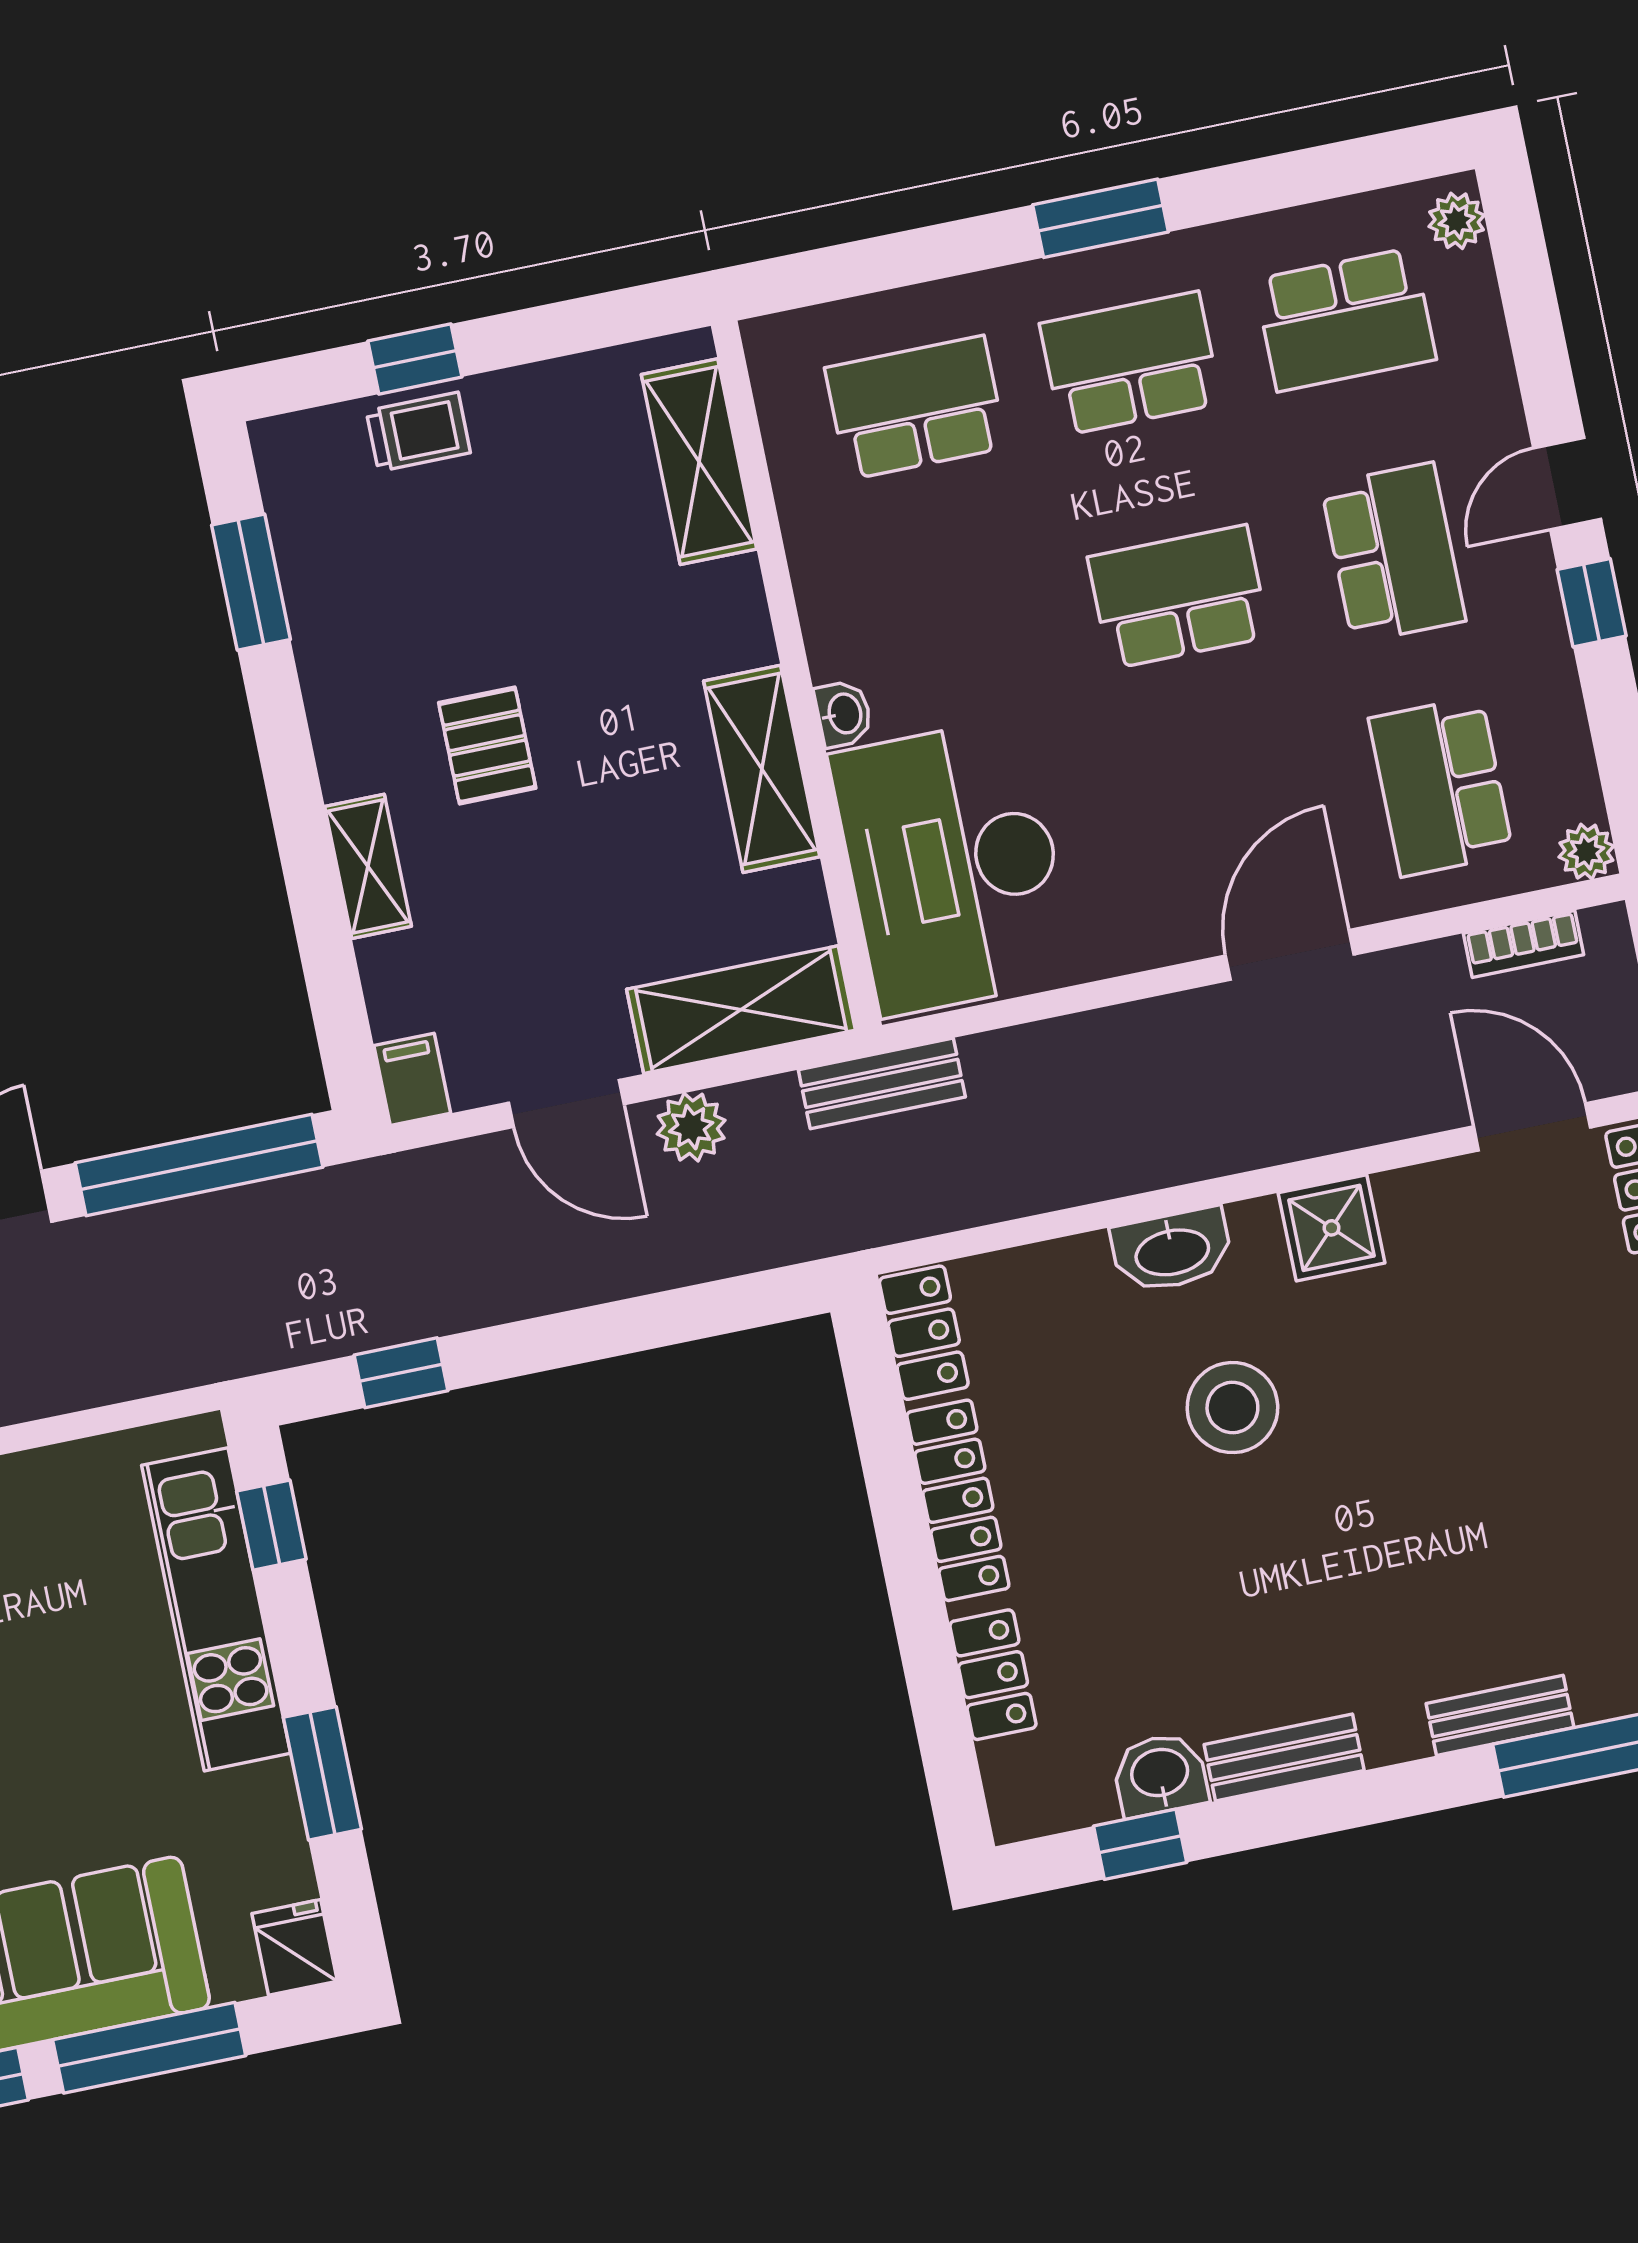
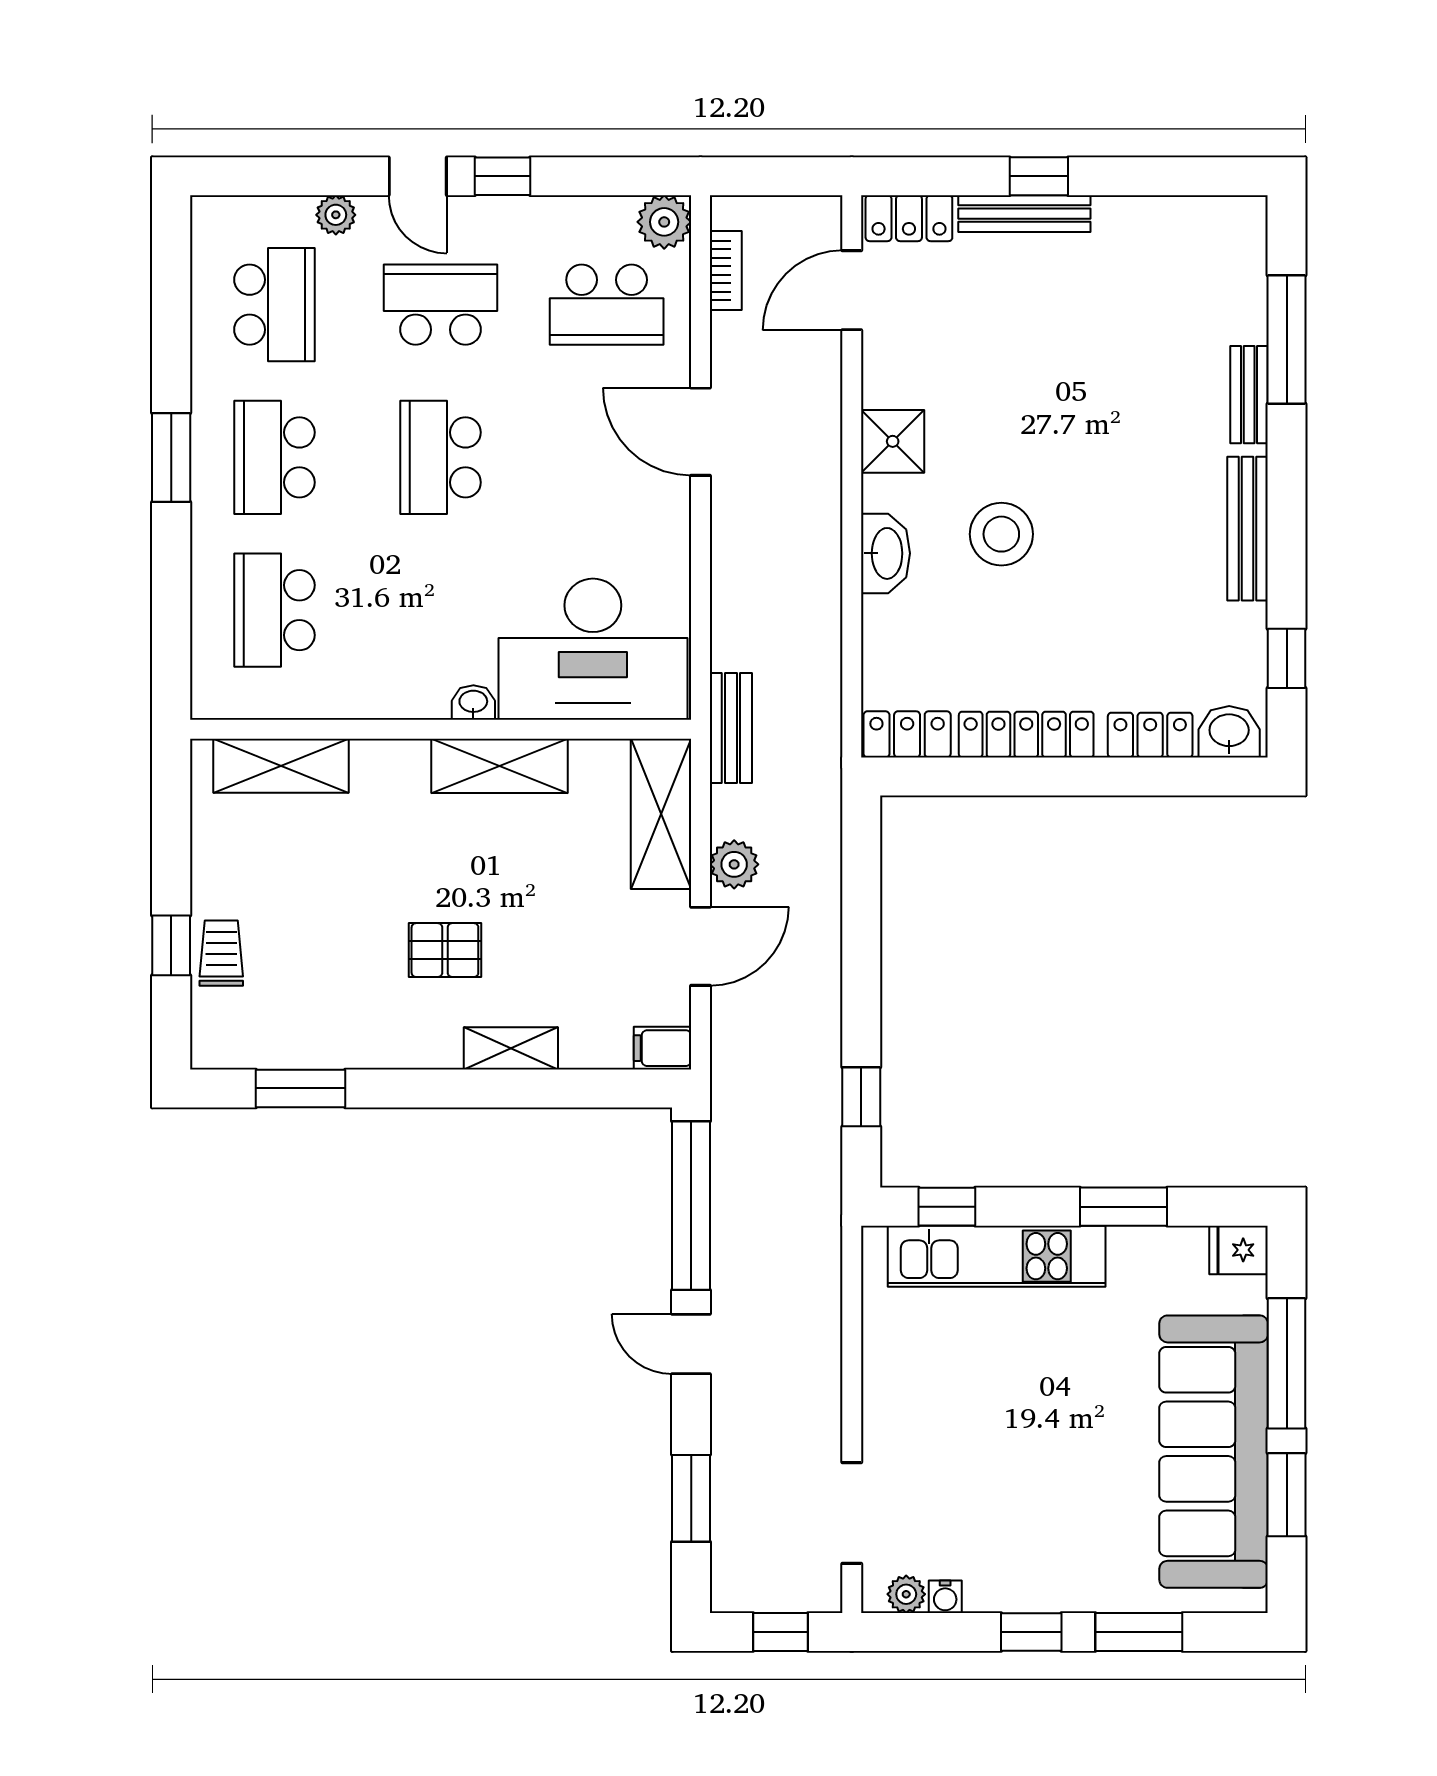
plant: (1457, 221) -> (336, 215), moved
plant: (1586, 852) -> (664, 222), width x1.38, depth x1.38
bench: (1284, 1757) -> (1248, 529), width x1.36
washbasin: (1160, 1775) -> (1229, 732), moved, turned 90

